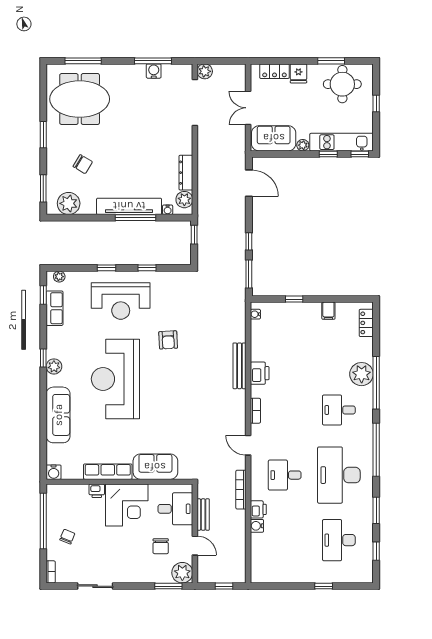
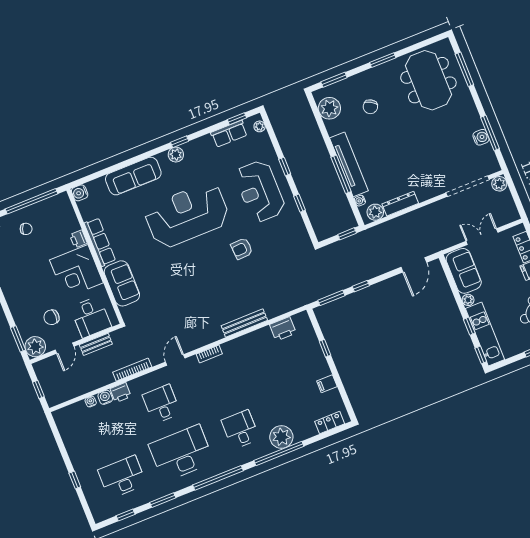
water cooler: (255, 314) -> (91, 402), moved
printer: (260, 373) -> (283, 329), moved

